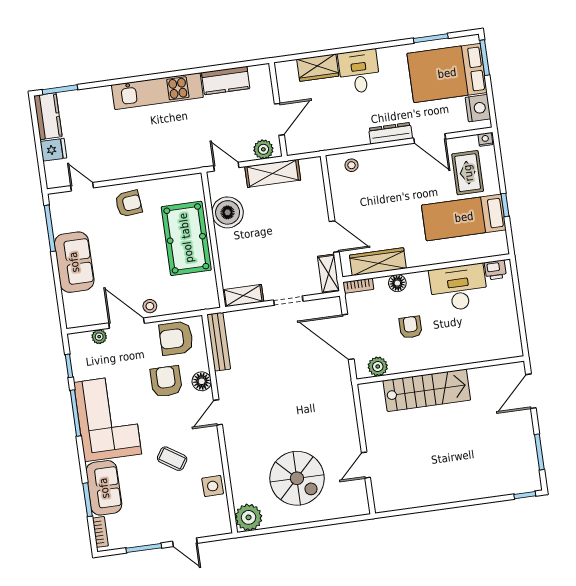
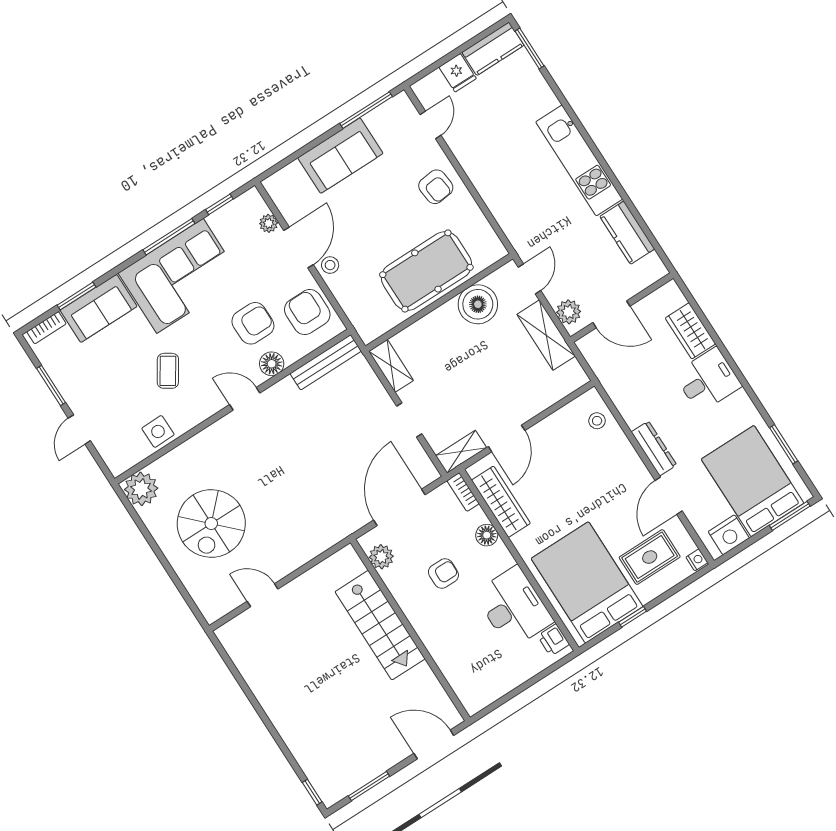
bed: (464, 217) -> (587, 582), width x1.50

